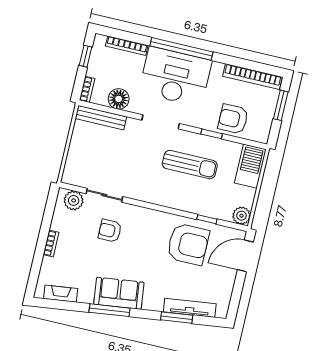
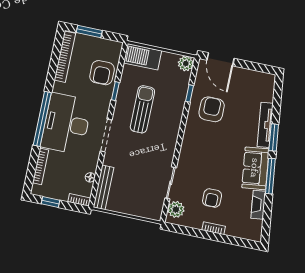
floor lamp: (119, 99) -> (90, 177), width x0.53, depth x0.53
armchair: (110, 231) -> (212, 198), moved
armchair: (188, 244) -> (212, 109), width x0.73, depth x0.73
fireplace: (61, 294) -> (258, 205), moved
tv unit: (190, 308) -> (265, 125), moved
window: (177, 318) -> (274, 137), moved

